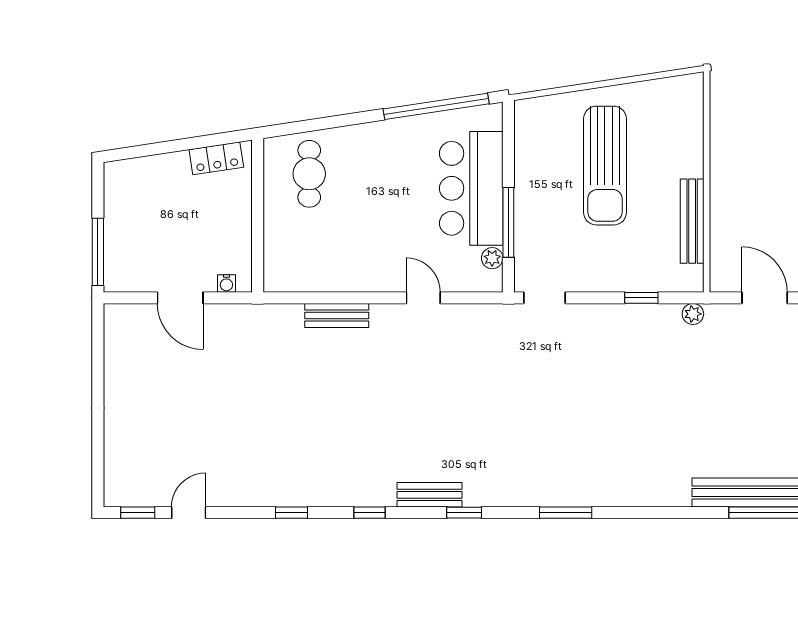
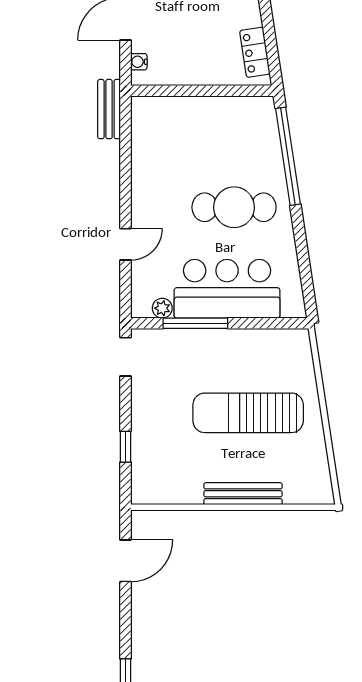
window: (436, 106) -> (288, 156), moved
cafe table: (309, 174) -> (234, 207), moved, width x1.37, depth x1.35
bench: (692, 221) -> (243, 494), moved
plant: (693, 314) -> (110, 494), removed
bench: (337, 316) -> (109, 109), moved

